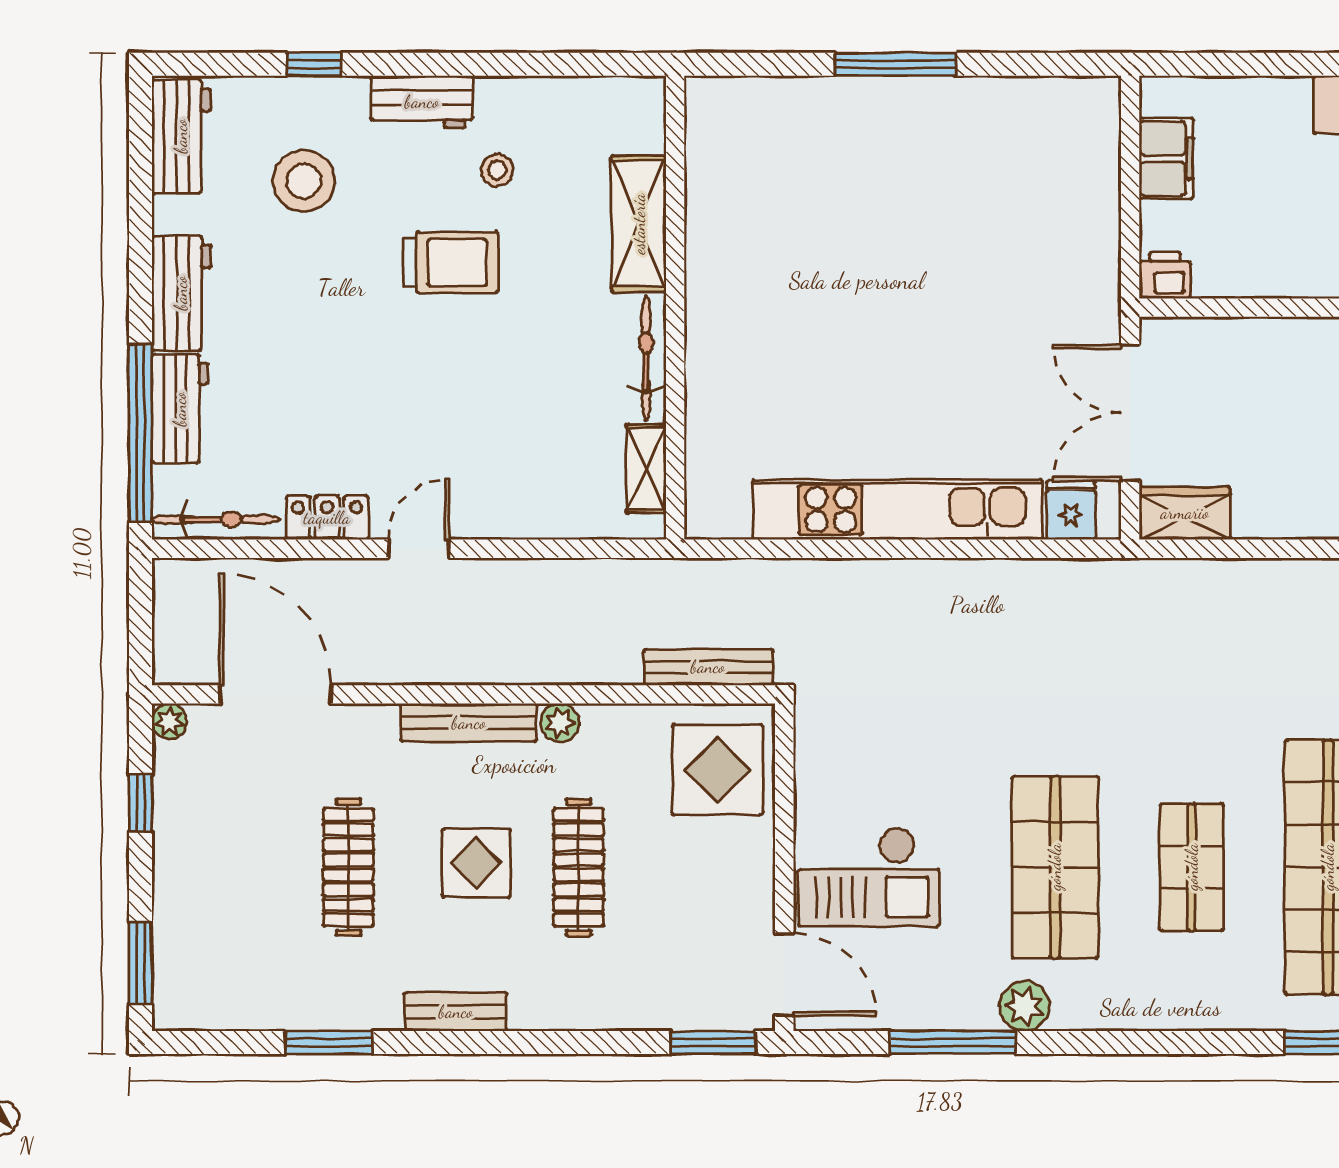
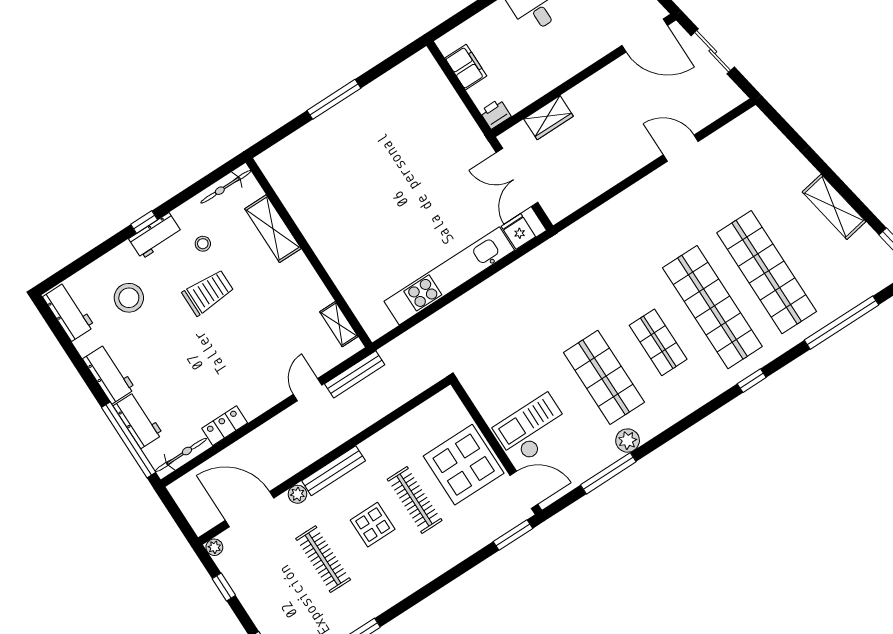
window: (314, 64) -> (144, 222), moved
bicycle: (646, 358) -> (226, 187), moved, turned -90
wardrobe: (1185, 513) -> (549, 118), moved, turned 180
door: (419, 549) -> (308, 390), moved
bench: (708, 667) -> (355, 374), moved
plant: (560, 723) -> (297, 494), moved
display table: (718, 770) -> (464, 465), moved, width x1.36, depth x1.36
checkout: (869, 877) -> (532, 429), turned 180
bench: (456, 1012) -> (403, 589), removed

